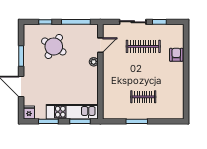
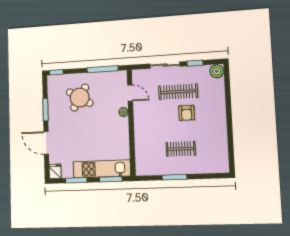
window: (45, 22) -> (56, 72), moved
plant: (178, 30) -> (217, 71), added
door: (100, 45) -> (130, 93), hinge flipped
armchair: (176, 55) -> (187, 113), moved, turned 180

